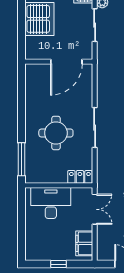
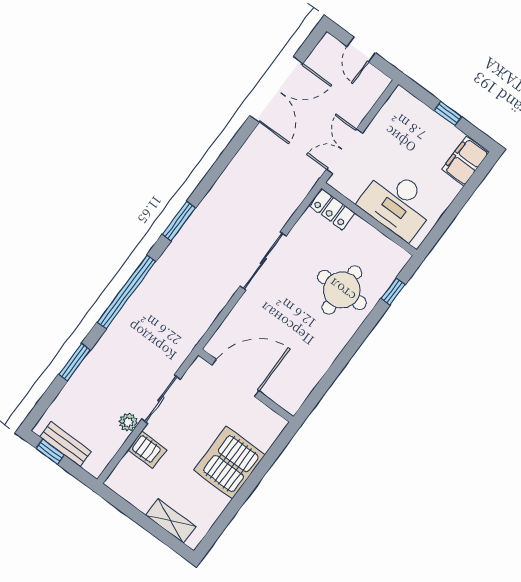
round table: (56, 133) -> (342, 290), moved
window: (22, 159) -> (393, 291), width x0.46
filing cabinet: (84, 243) -> (465, 161), moved, turned 180

